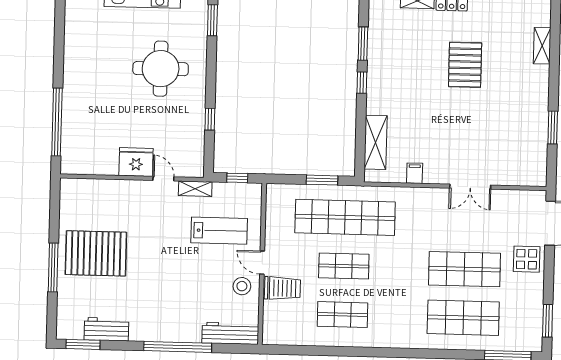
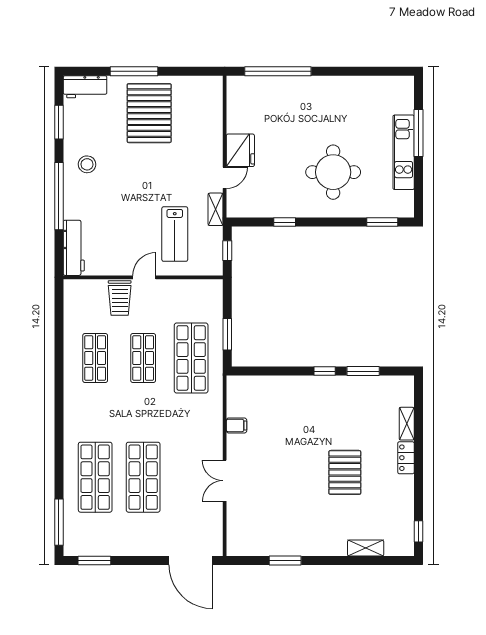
pallet: (465, 65) -> (345, 472), turned 90
shelving: (376, 142) -> (266, 386), removed
shop shelf: (345, 217) -> (191, 358), width x0.71
display table: (527, 259) -> (155, 538), removed
stool: (242, 286) -> (87, 164), moved
workbench: (106, 329) -> (85, 87), moved, turned 90
window: (83, 344) -> (59, 122), moved

